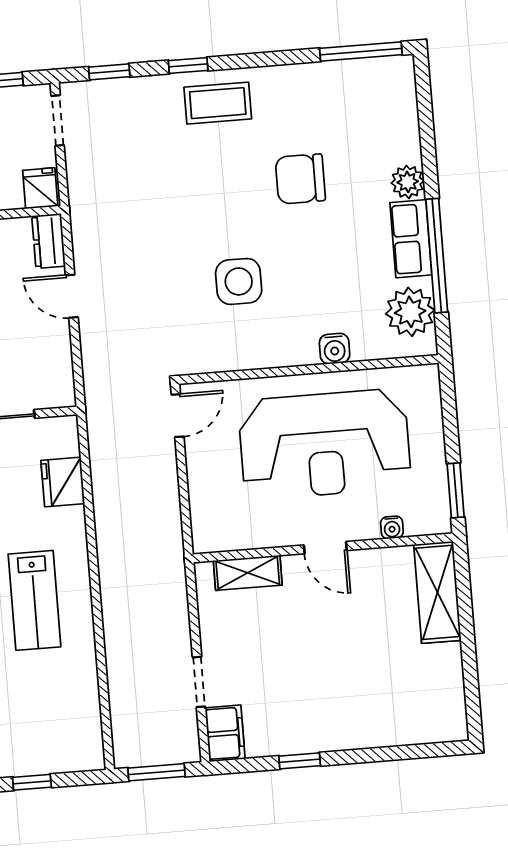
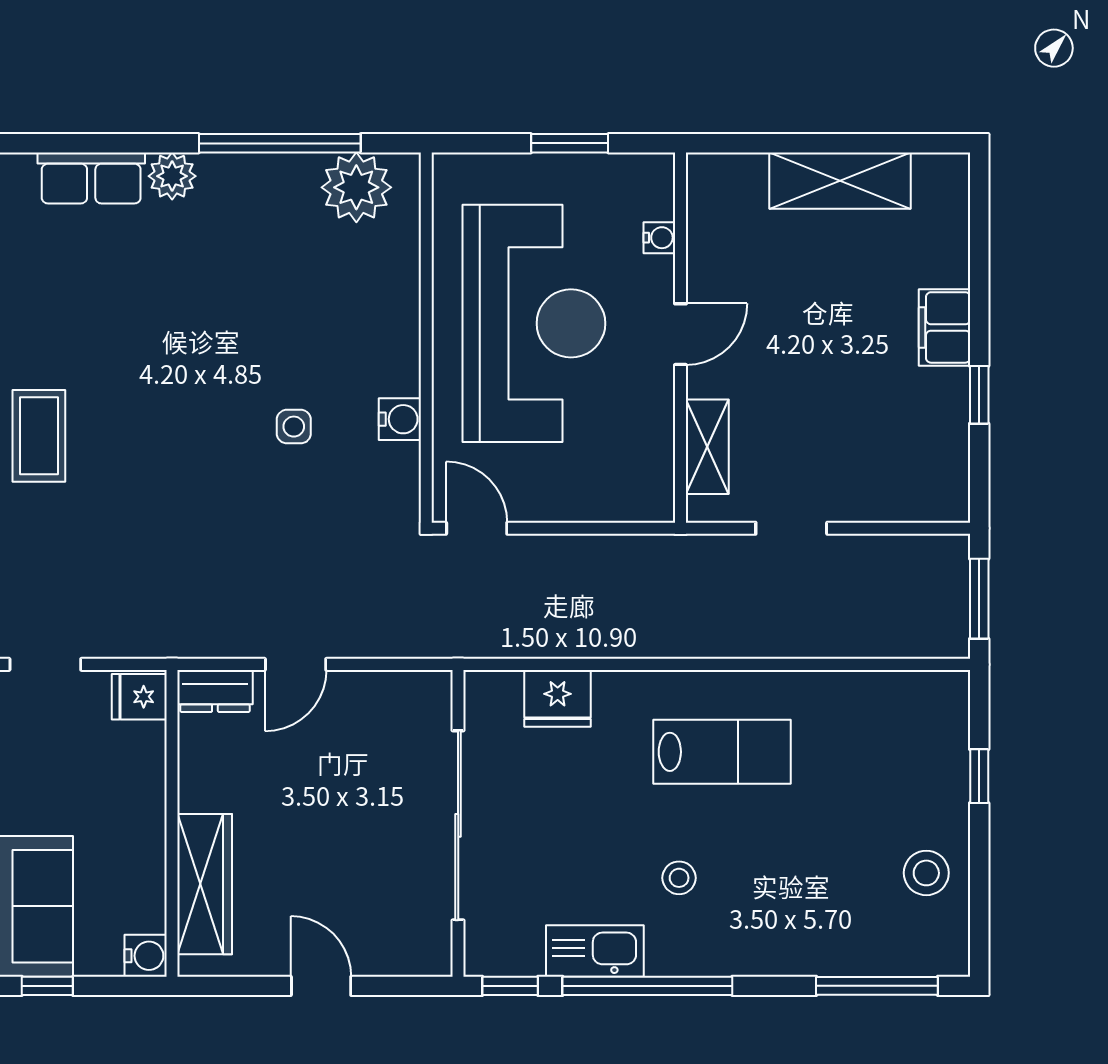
chair: (300, 179) -> (156, 328), removed
row of seats: (411, 239) -> (91, 178), moved
side table: (239, 281) -> (294, 427), width x0.54, depth x0.54
water cooler: (335, 349) -> (400, 419), moved
window: (456, 490) -> (570, 143), moved
shelving: (437, 592) -> (840, 181), moved
doorway: (199, 682) -> (791, 528), moved
filing cabinet: (225, 733) -> (945, 327), moved, turned -90

